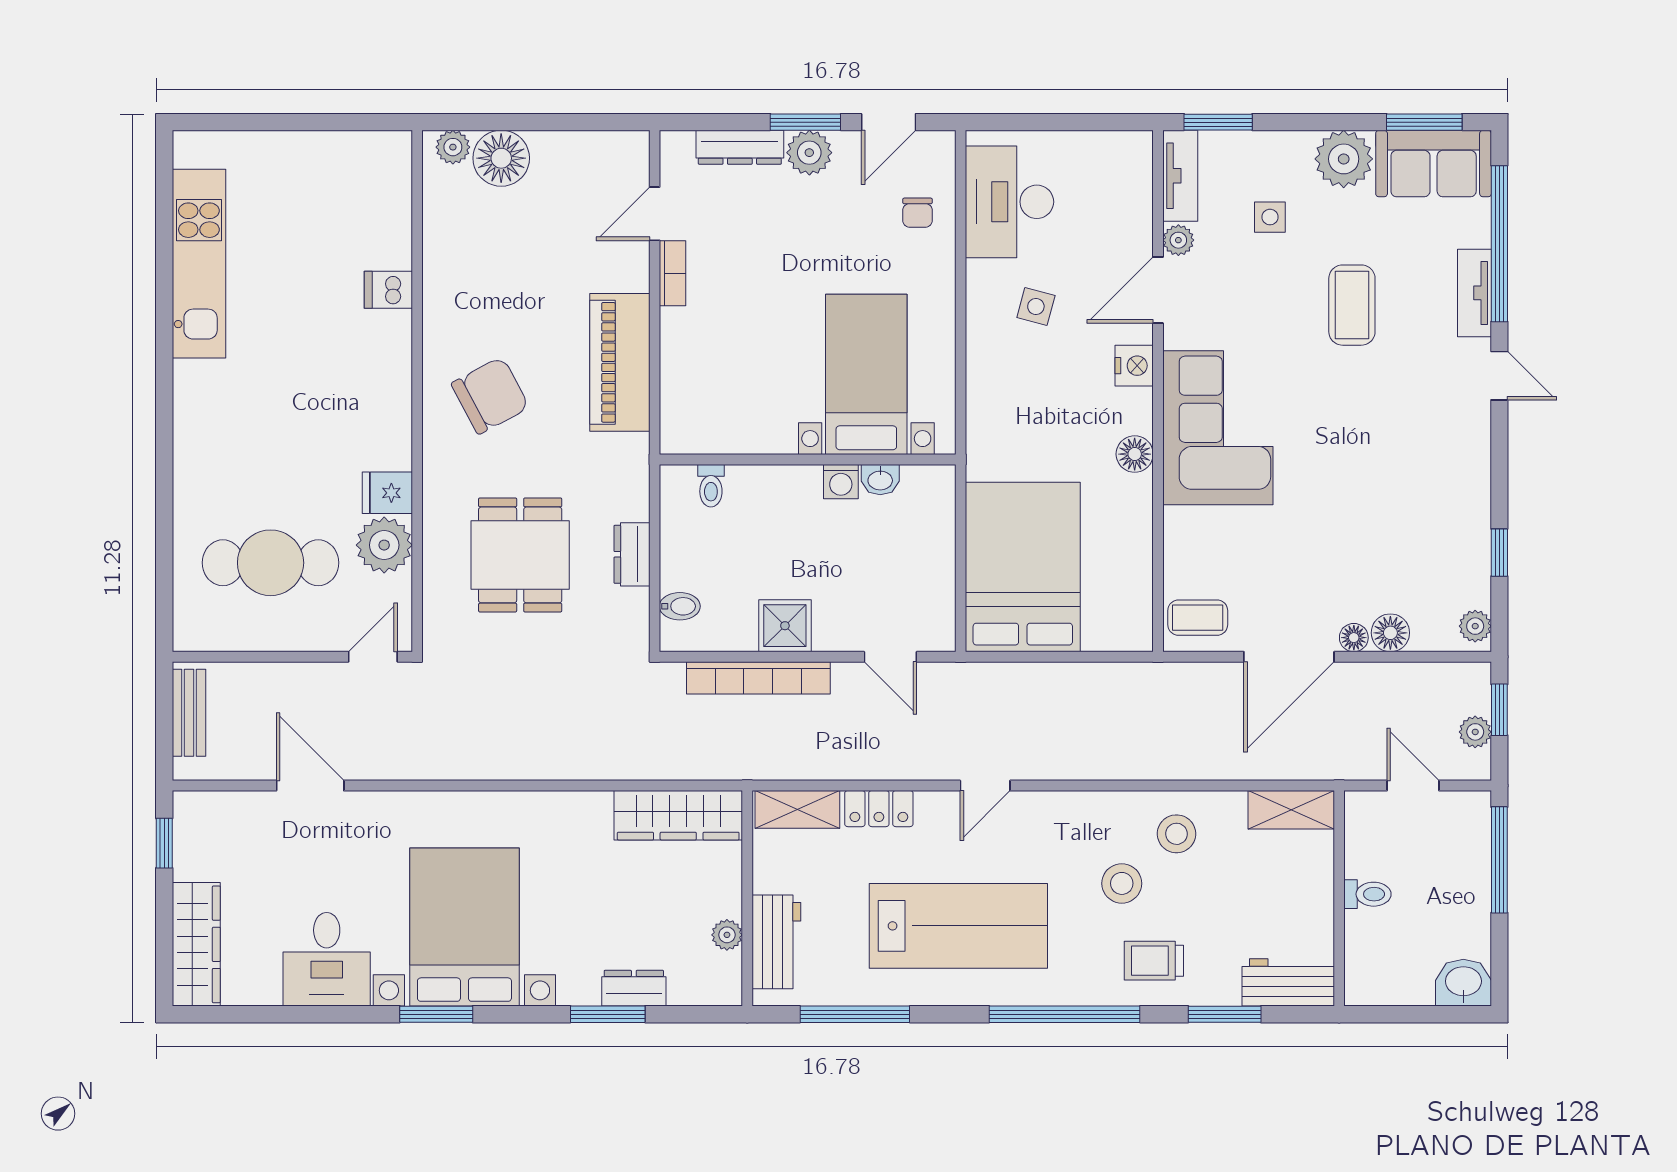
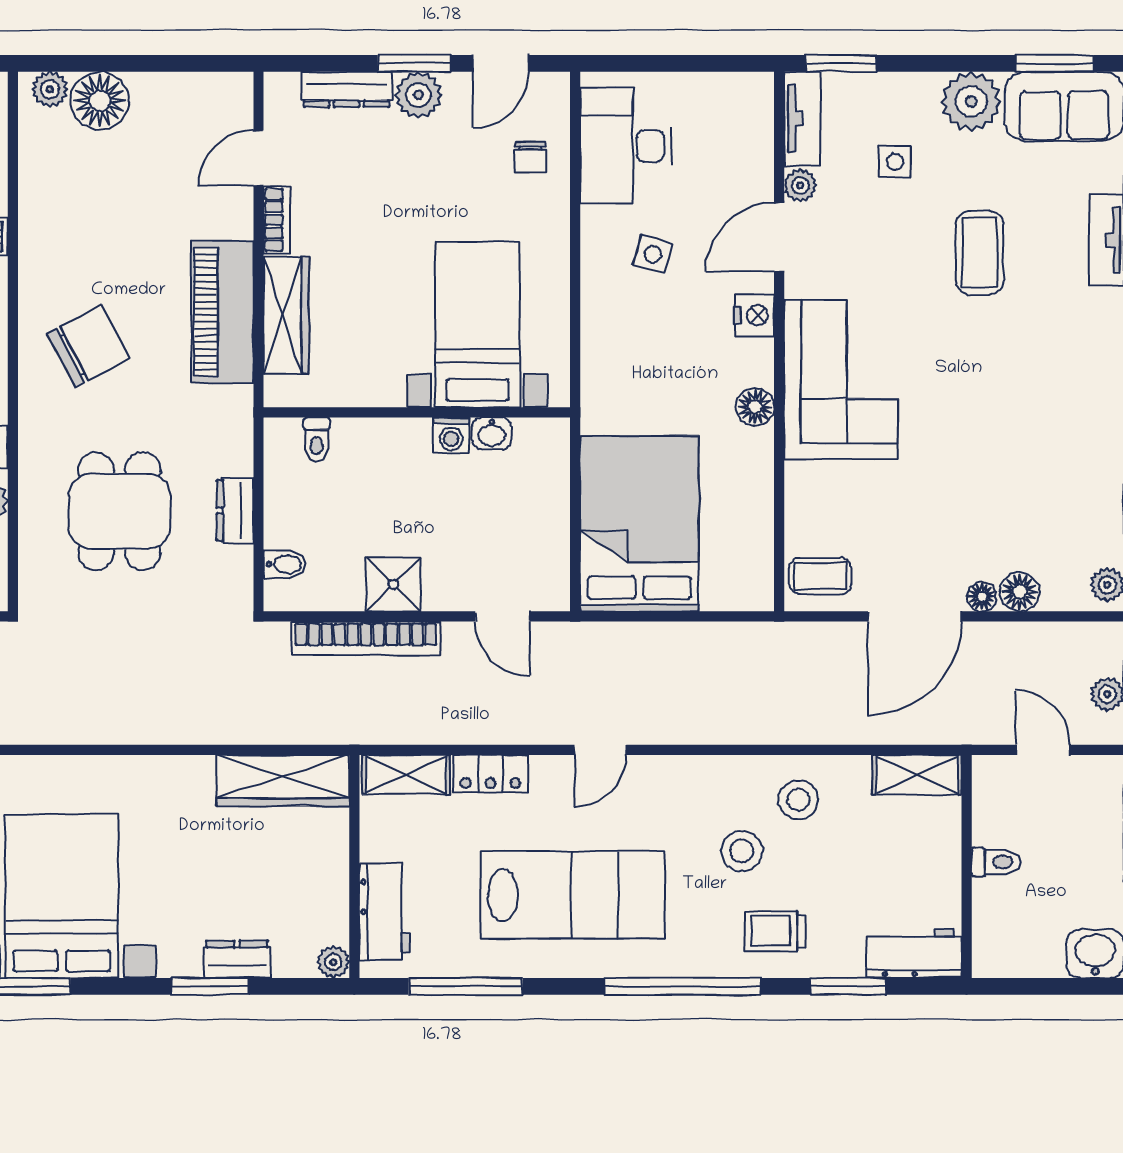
wardrobe: (681, 366) -> (286, 315), added
plant: (727, 935) -> (333, 962), moved

